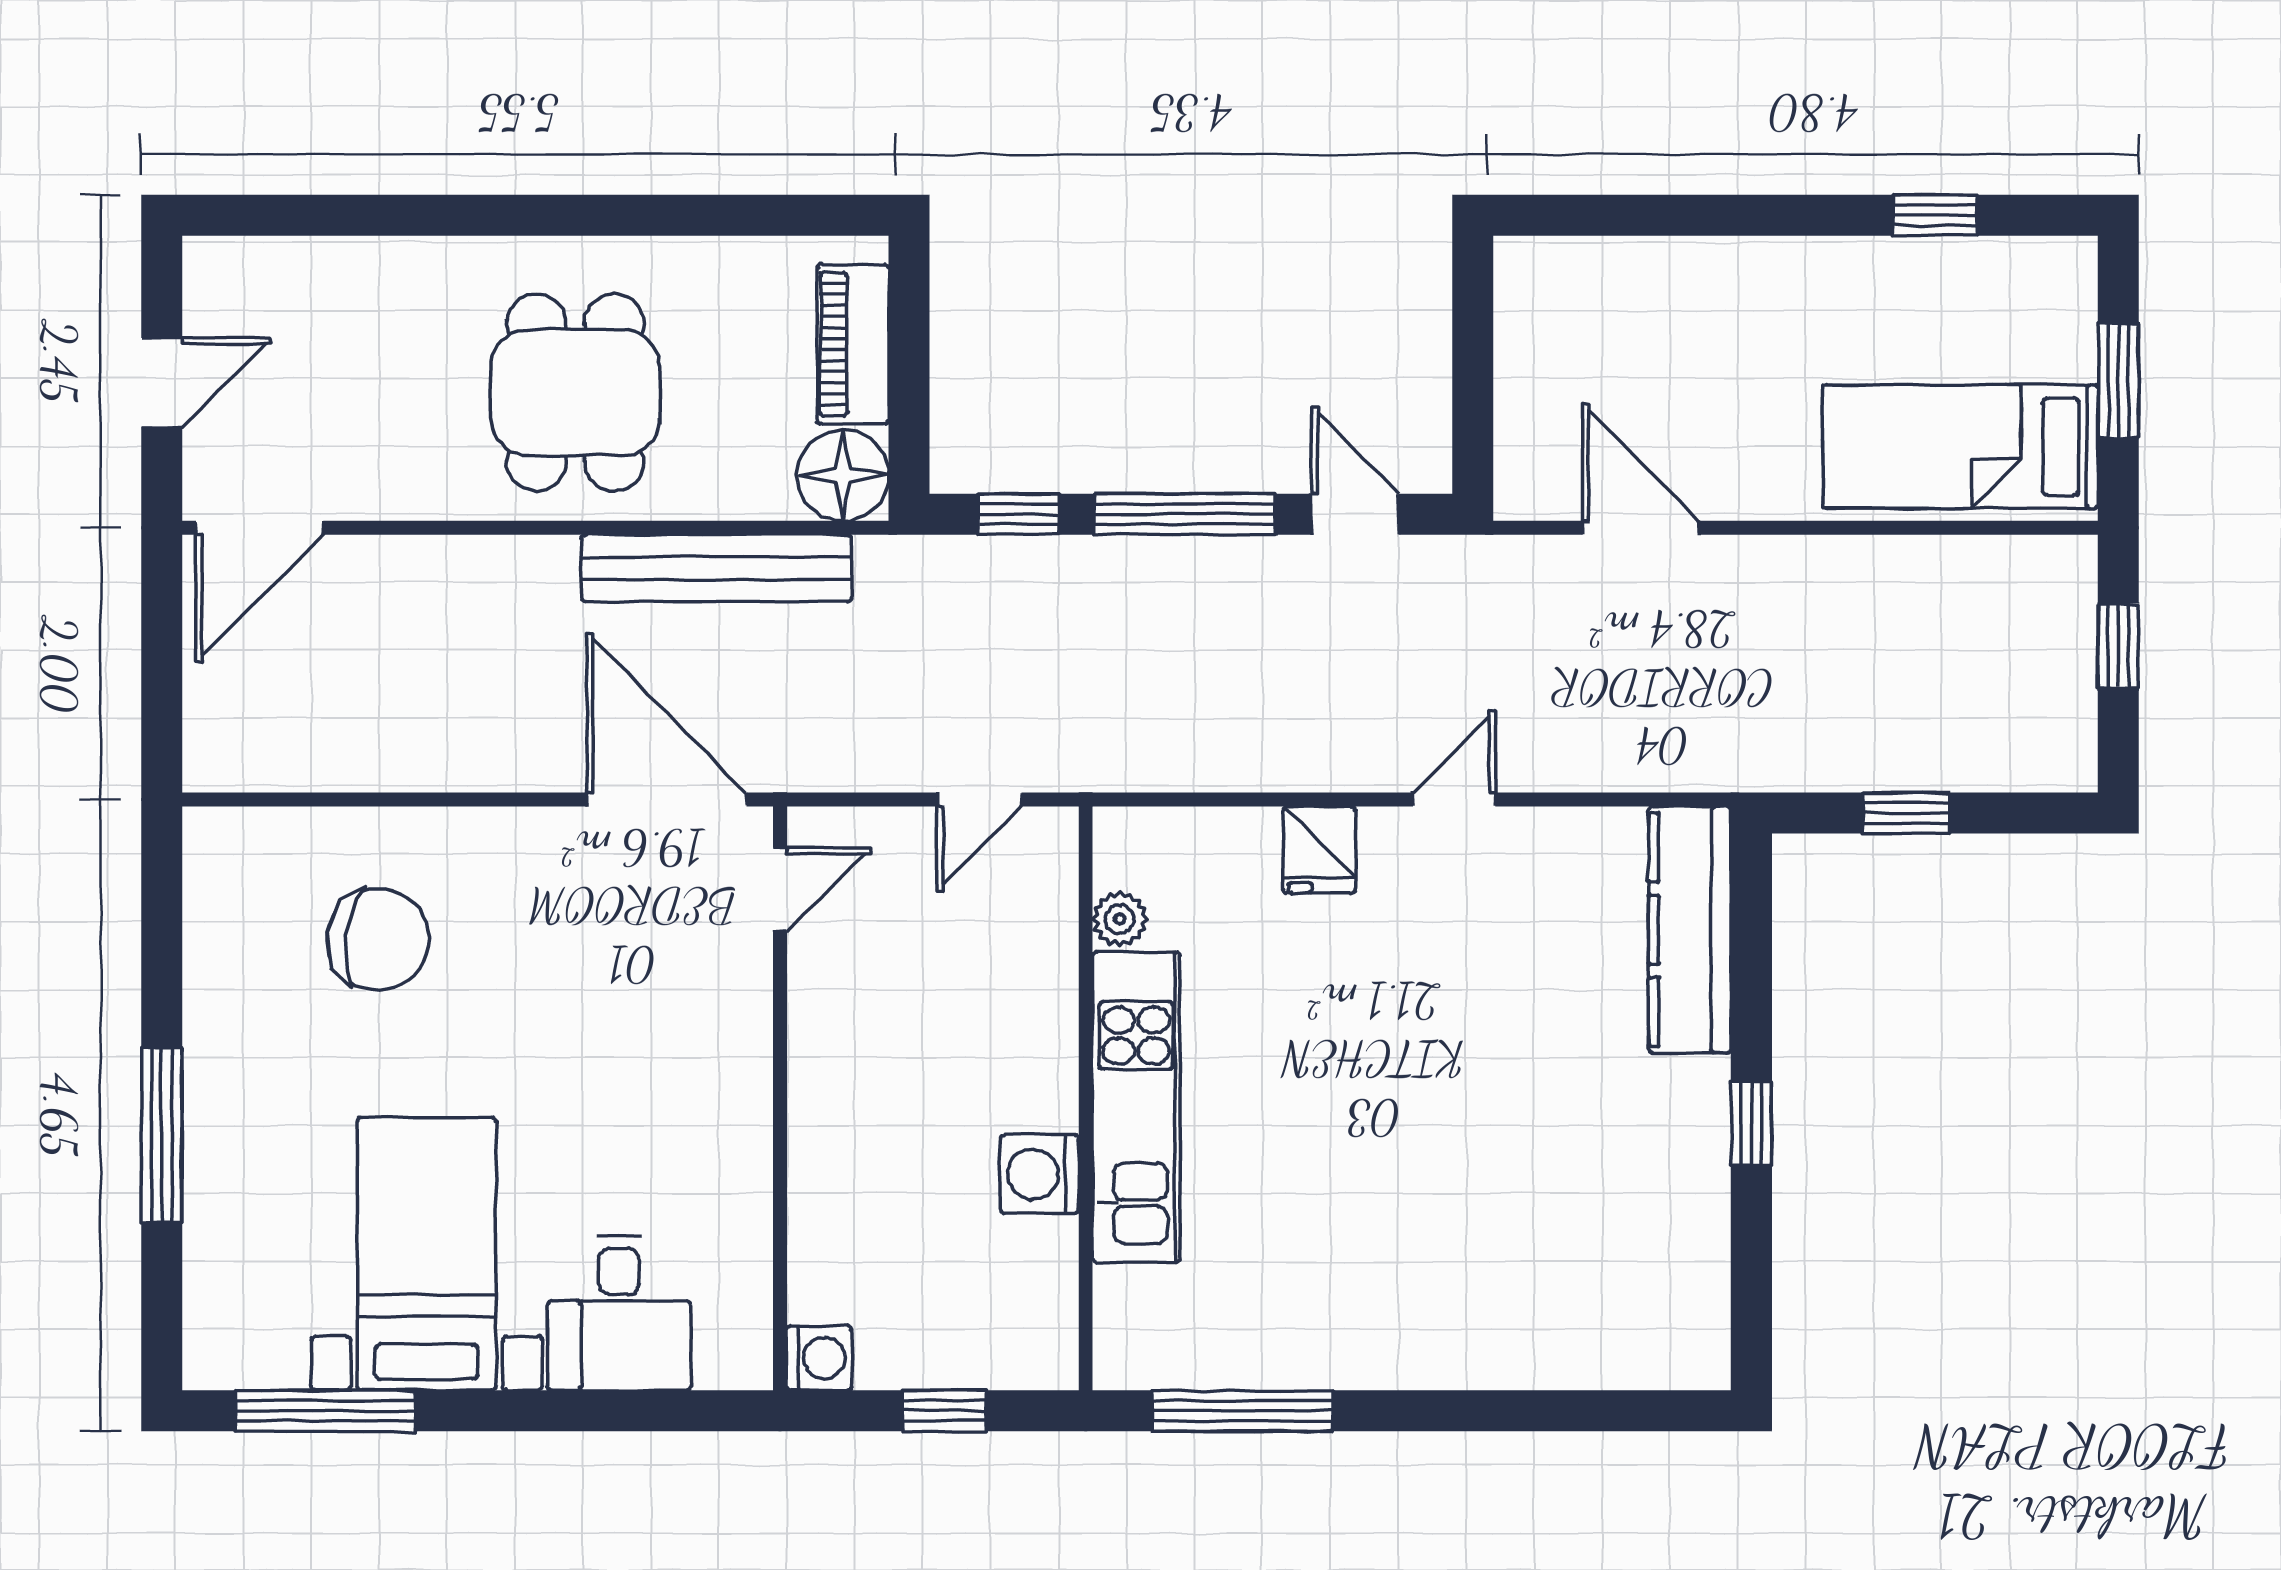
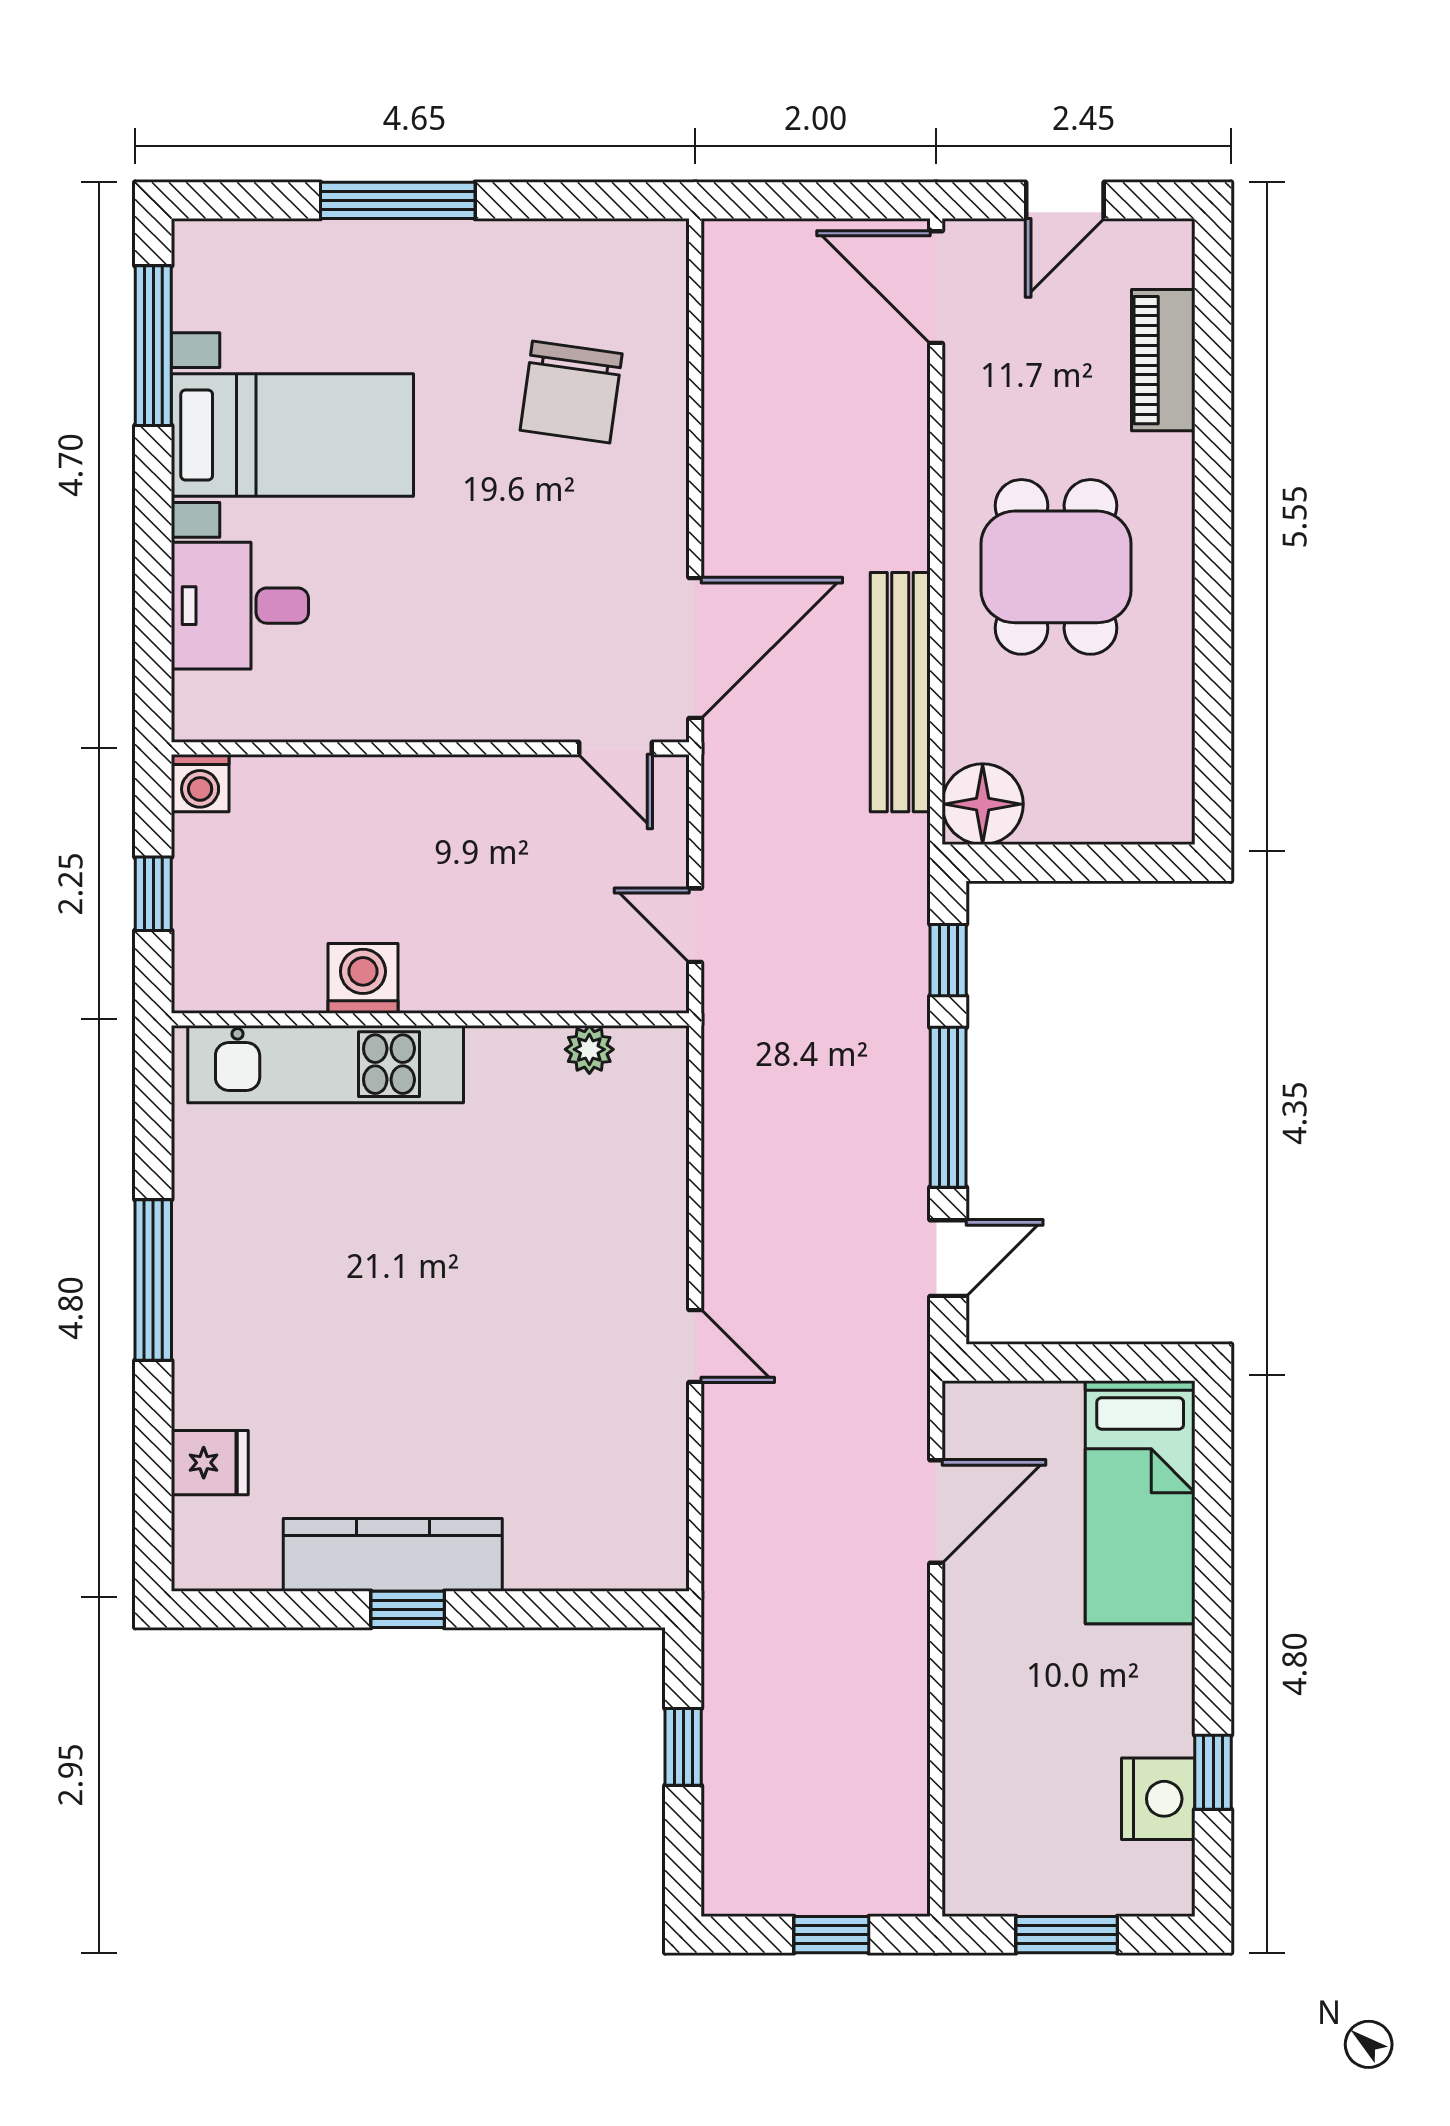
nightstand: (1965, 277) -> (1158, 1799), added
piano: (853, 344) -> (1163, 360), moved, turned -90
door: (162, 382) -> (1065, 200), hinge flipped
dining table: (575, 392) -> (1056, 567), turned 90
bed: (1961, 447) -> (1140, 1502), moved, turned 180
fridge: (1319, 850) -> (210, 1463), moved, turned 180
kitchen counter: (1690, 930) -> (393, 1555), moved
kitchen unit: (1136, 1107) -> (326, 1064), moved
window: (1243, 1411) -> (153, 1280), moved

